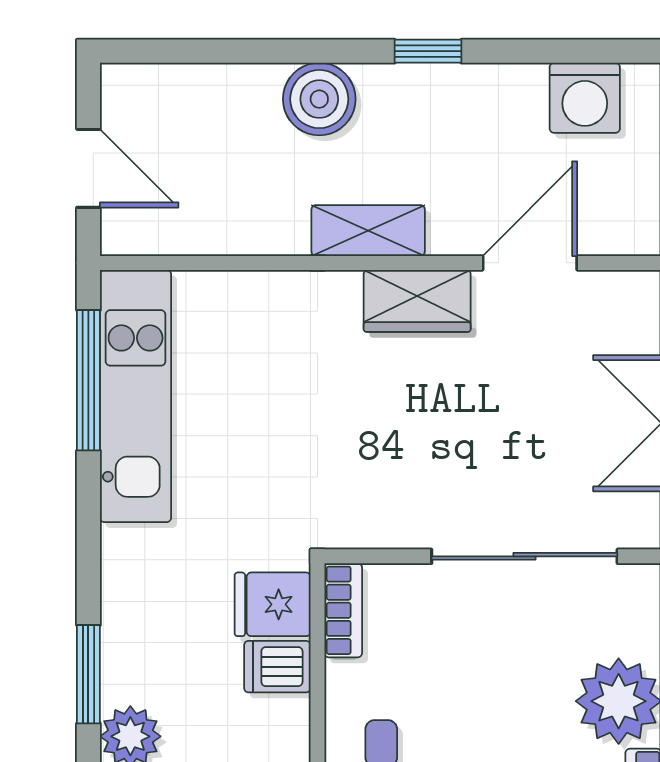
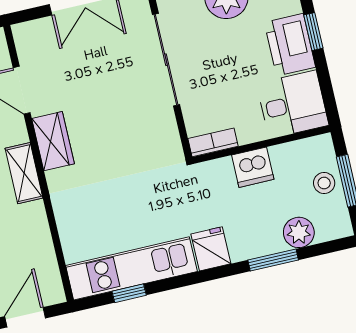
window: (88, 380) -> (129, 293), width x0.46
fridge: (273, 604) -> (211, 249), moved, turned 180
dishwasher: (277, 667) -> (253, 167), width x1.38

